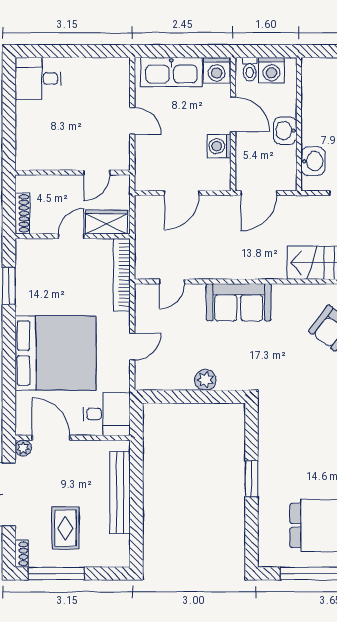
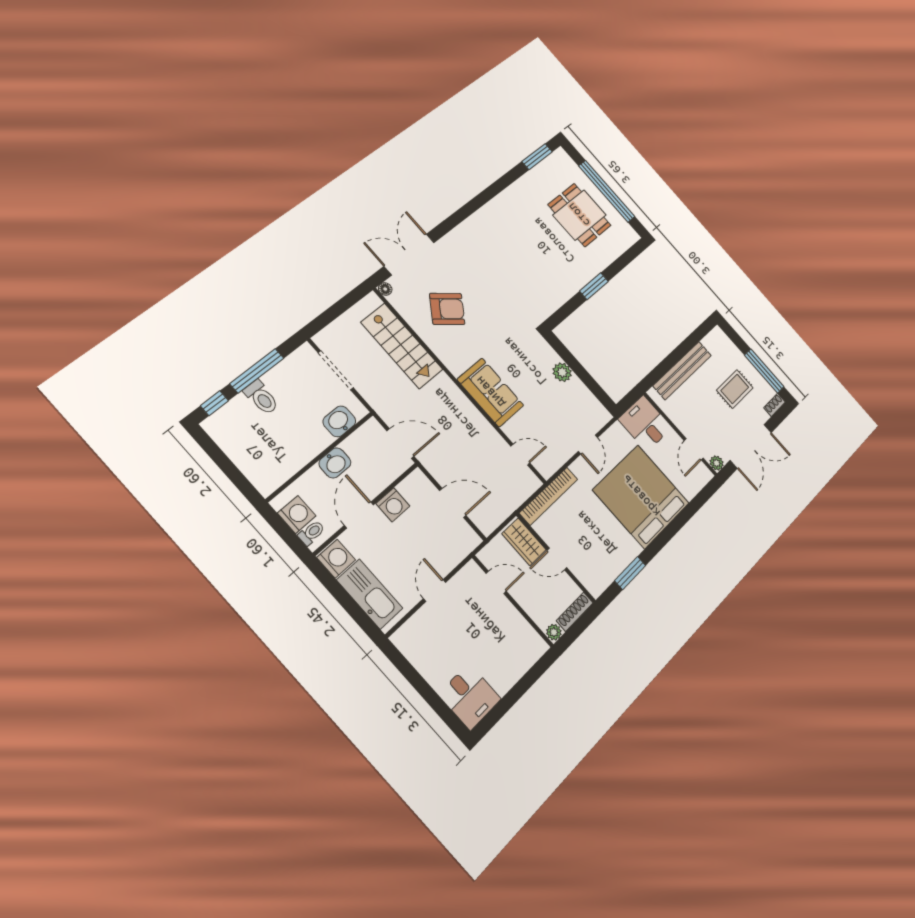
plant: (23, 183) -> (554, 632), added
door: (132, 347) -> (588, 444), swing flipped
door: (51, 438) -> (694, 449), width x0.73

